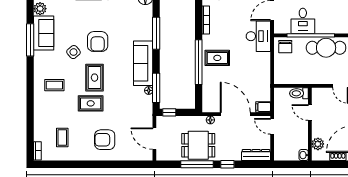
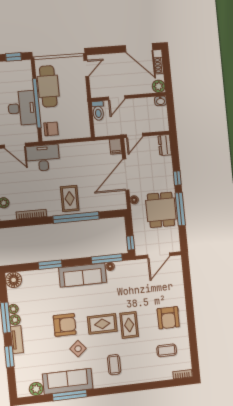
desk: (303, 21) -> (22, 108), width x1.37
sofa: (44, 33) -> (68, 381), width x1.36
window: (156, 33) -> (50, 265), width x0.69
armchair: (105, 140) -> (168, 318), moved
plant: (318, 144) -> (159, 86), moved
dresser: (256, 155) -> (165, 145), width x0.70

